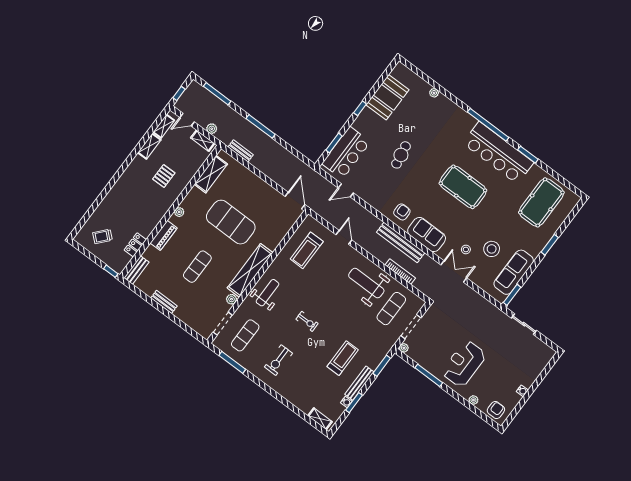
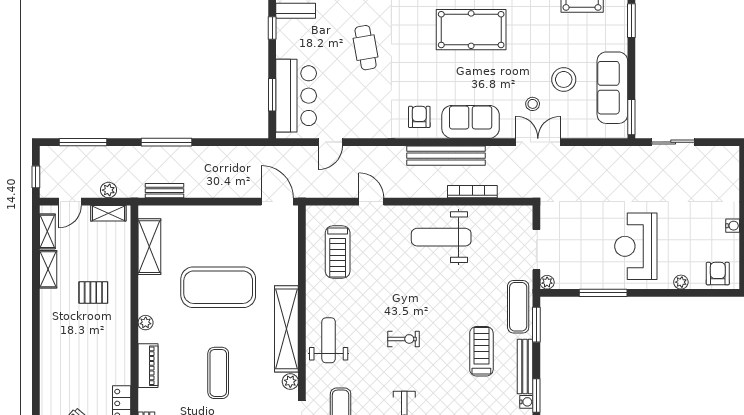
pallet: (164, 176) -> (93, 293), turned 90
exercise mat: (391, 309) -> (518, 307), moved

